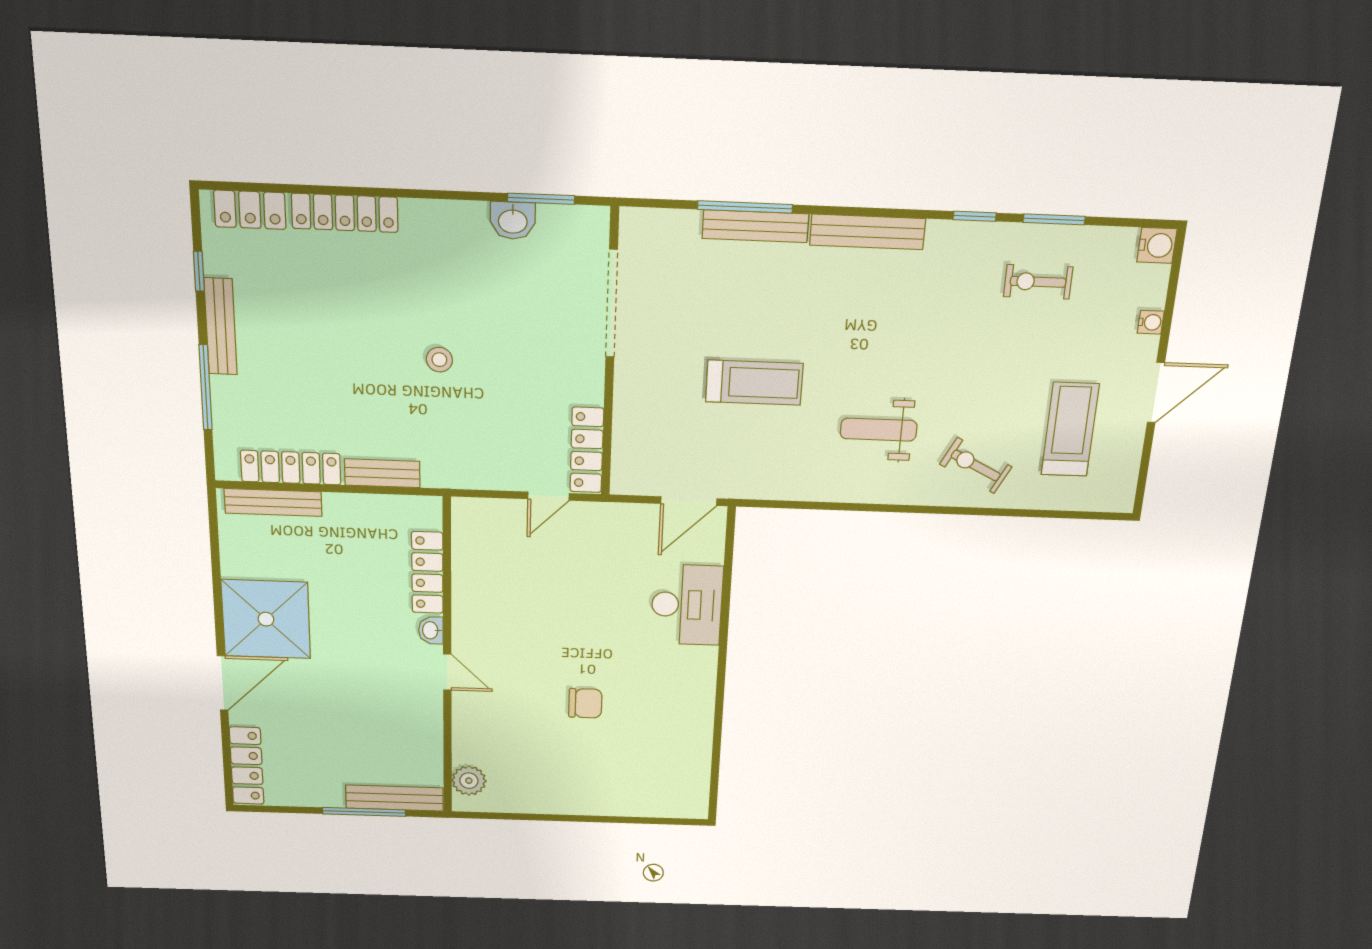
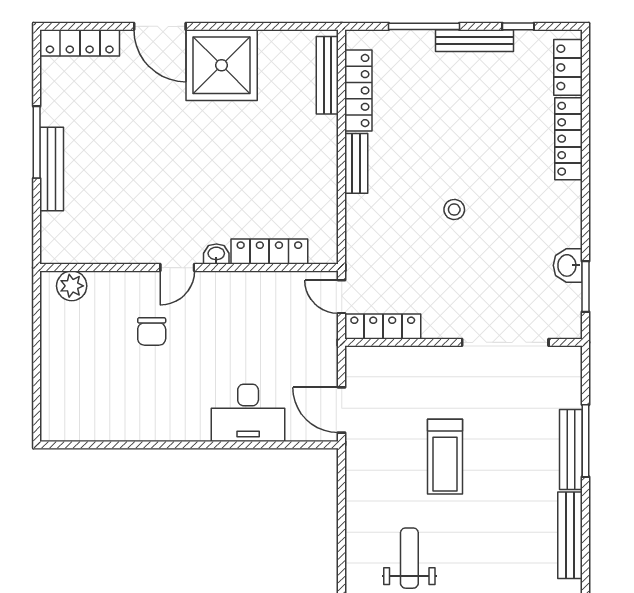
locker: (427, 573) -> (269, 252), moved
washbasin: (431, 630) -> (216, 254), moved
wall: (447, 660) -> (189, 268), moved
door: (447, 672) -> (177, 268), moved
plant: (469, 781) -> (72, 286), moved

